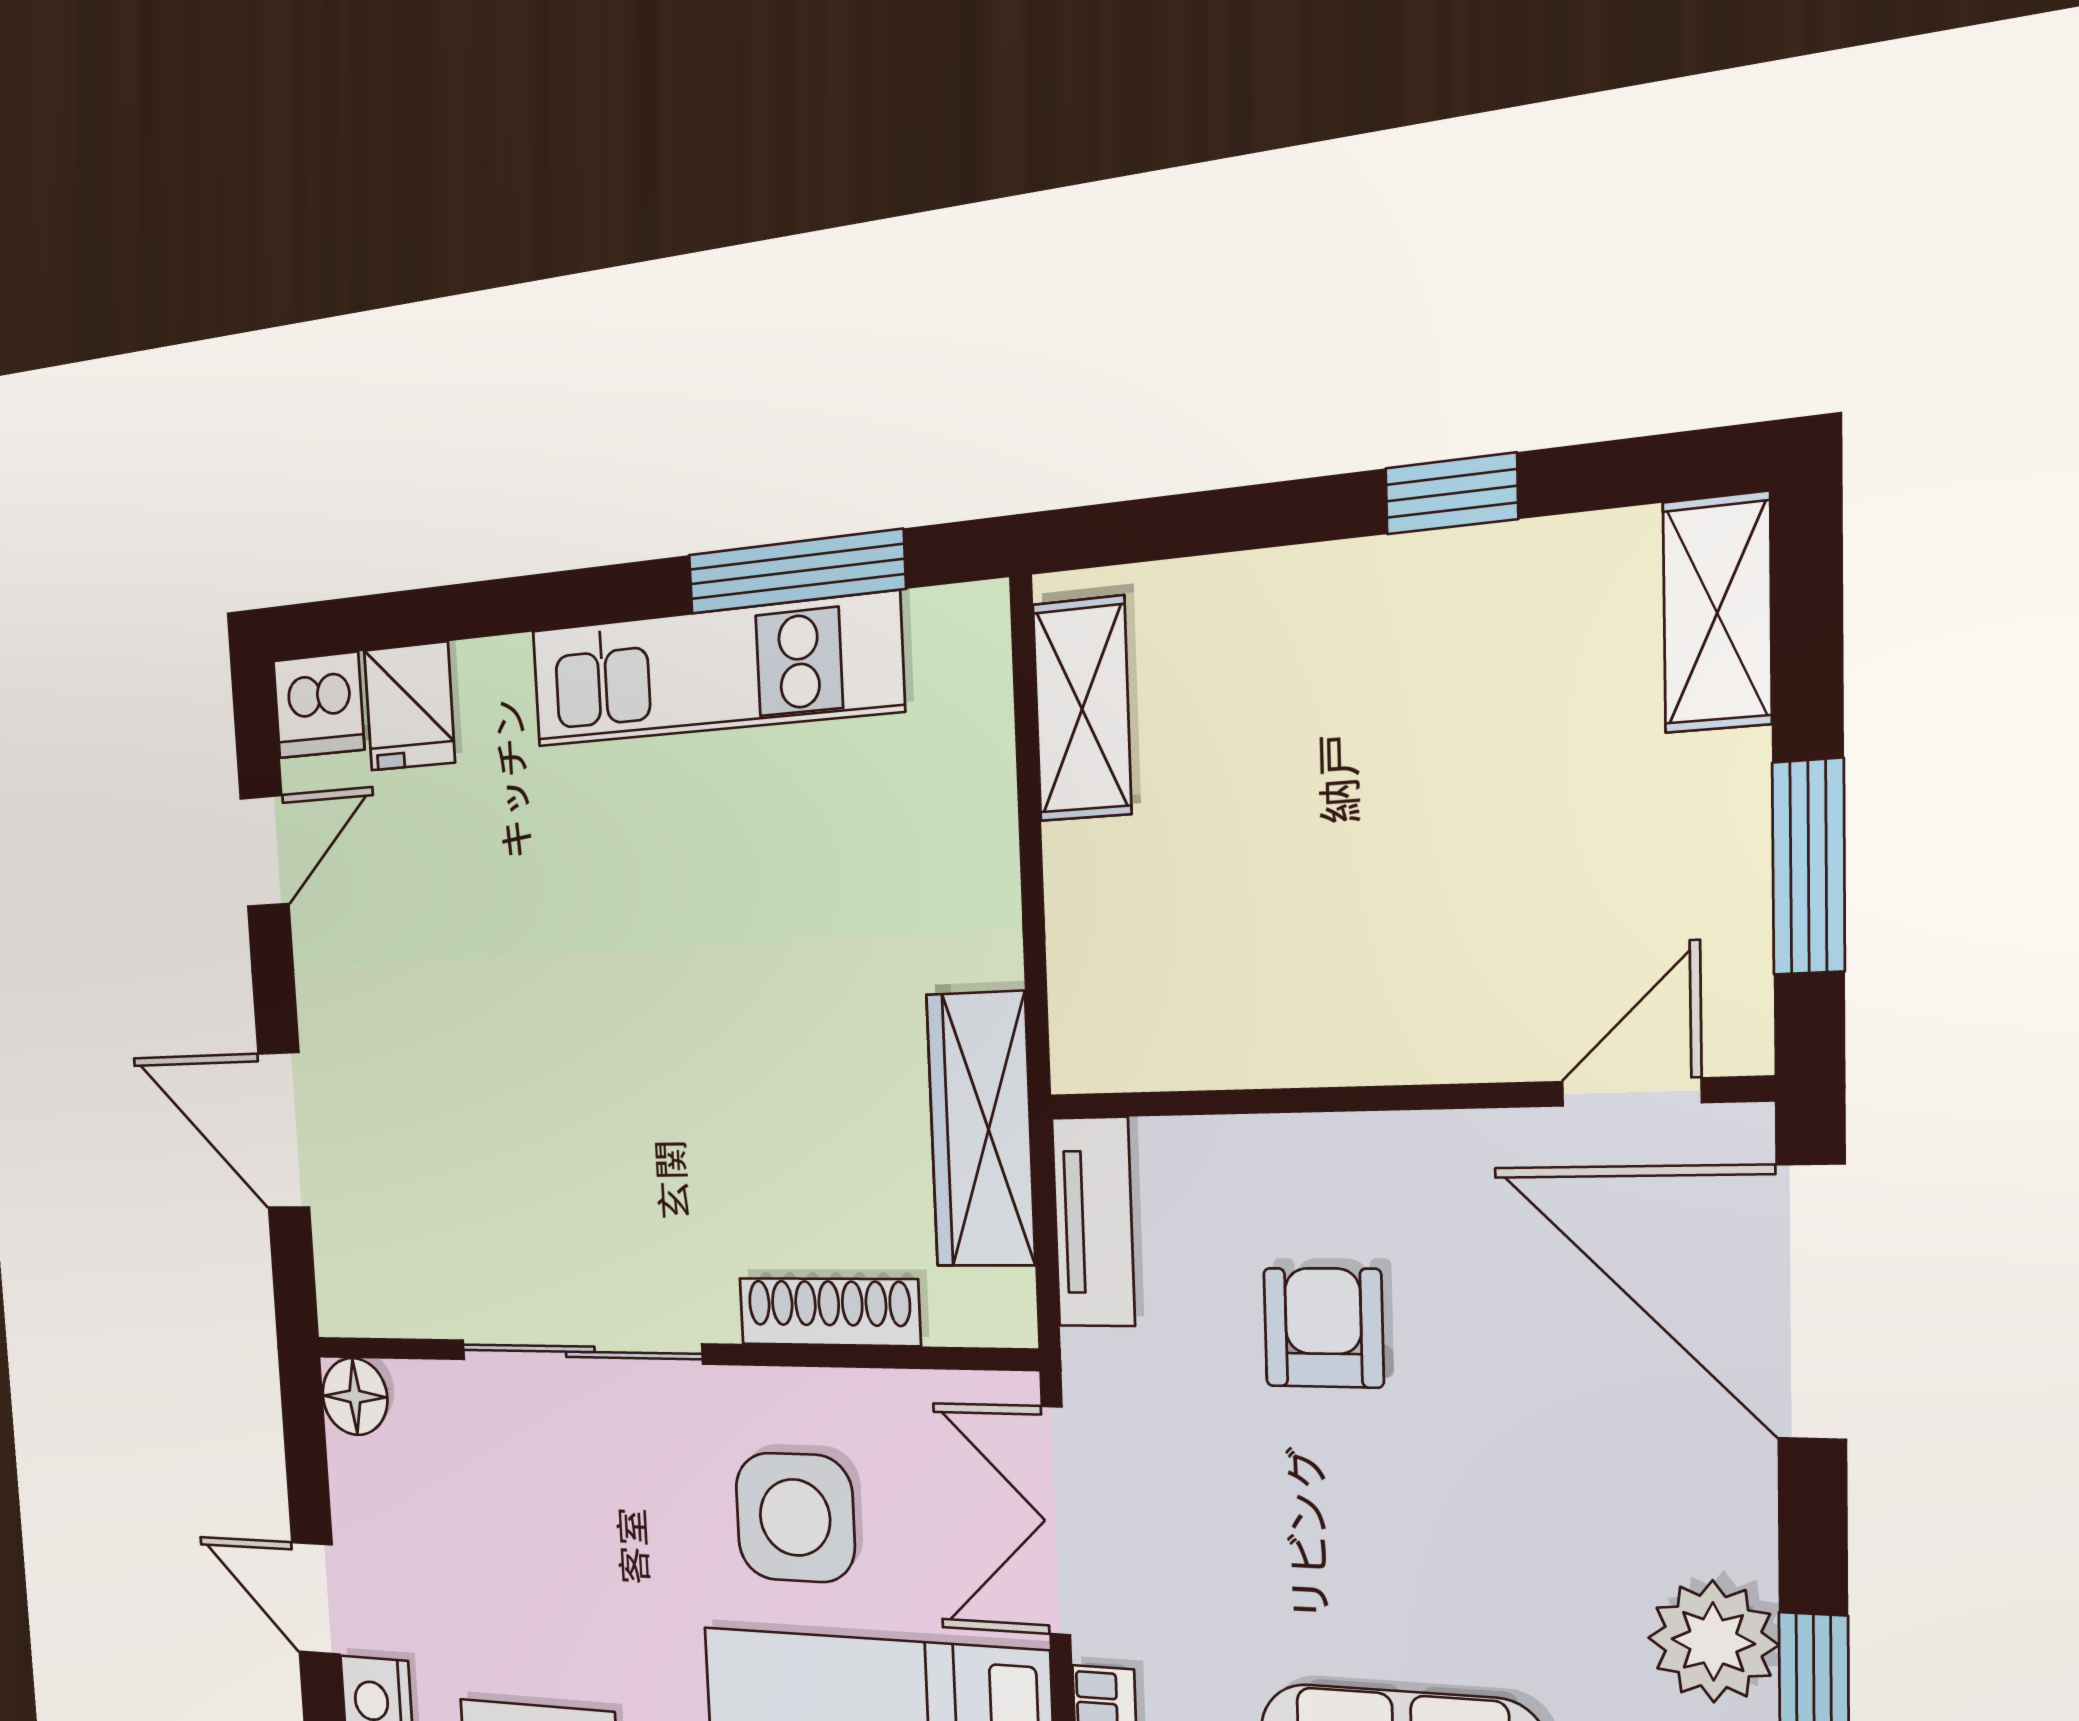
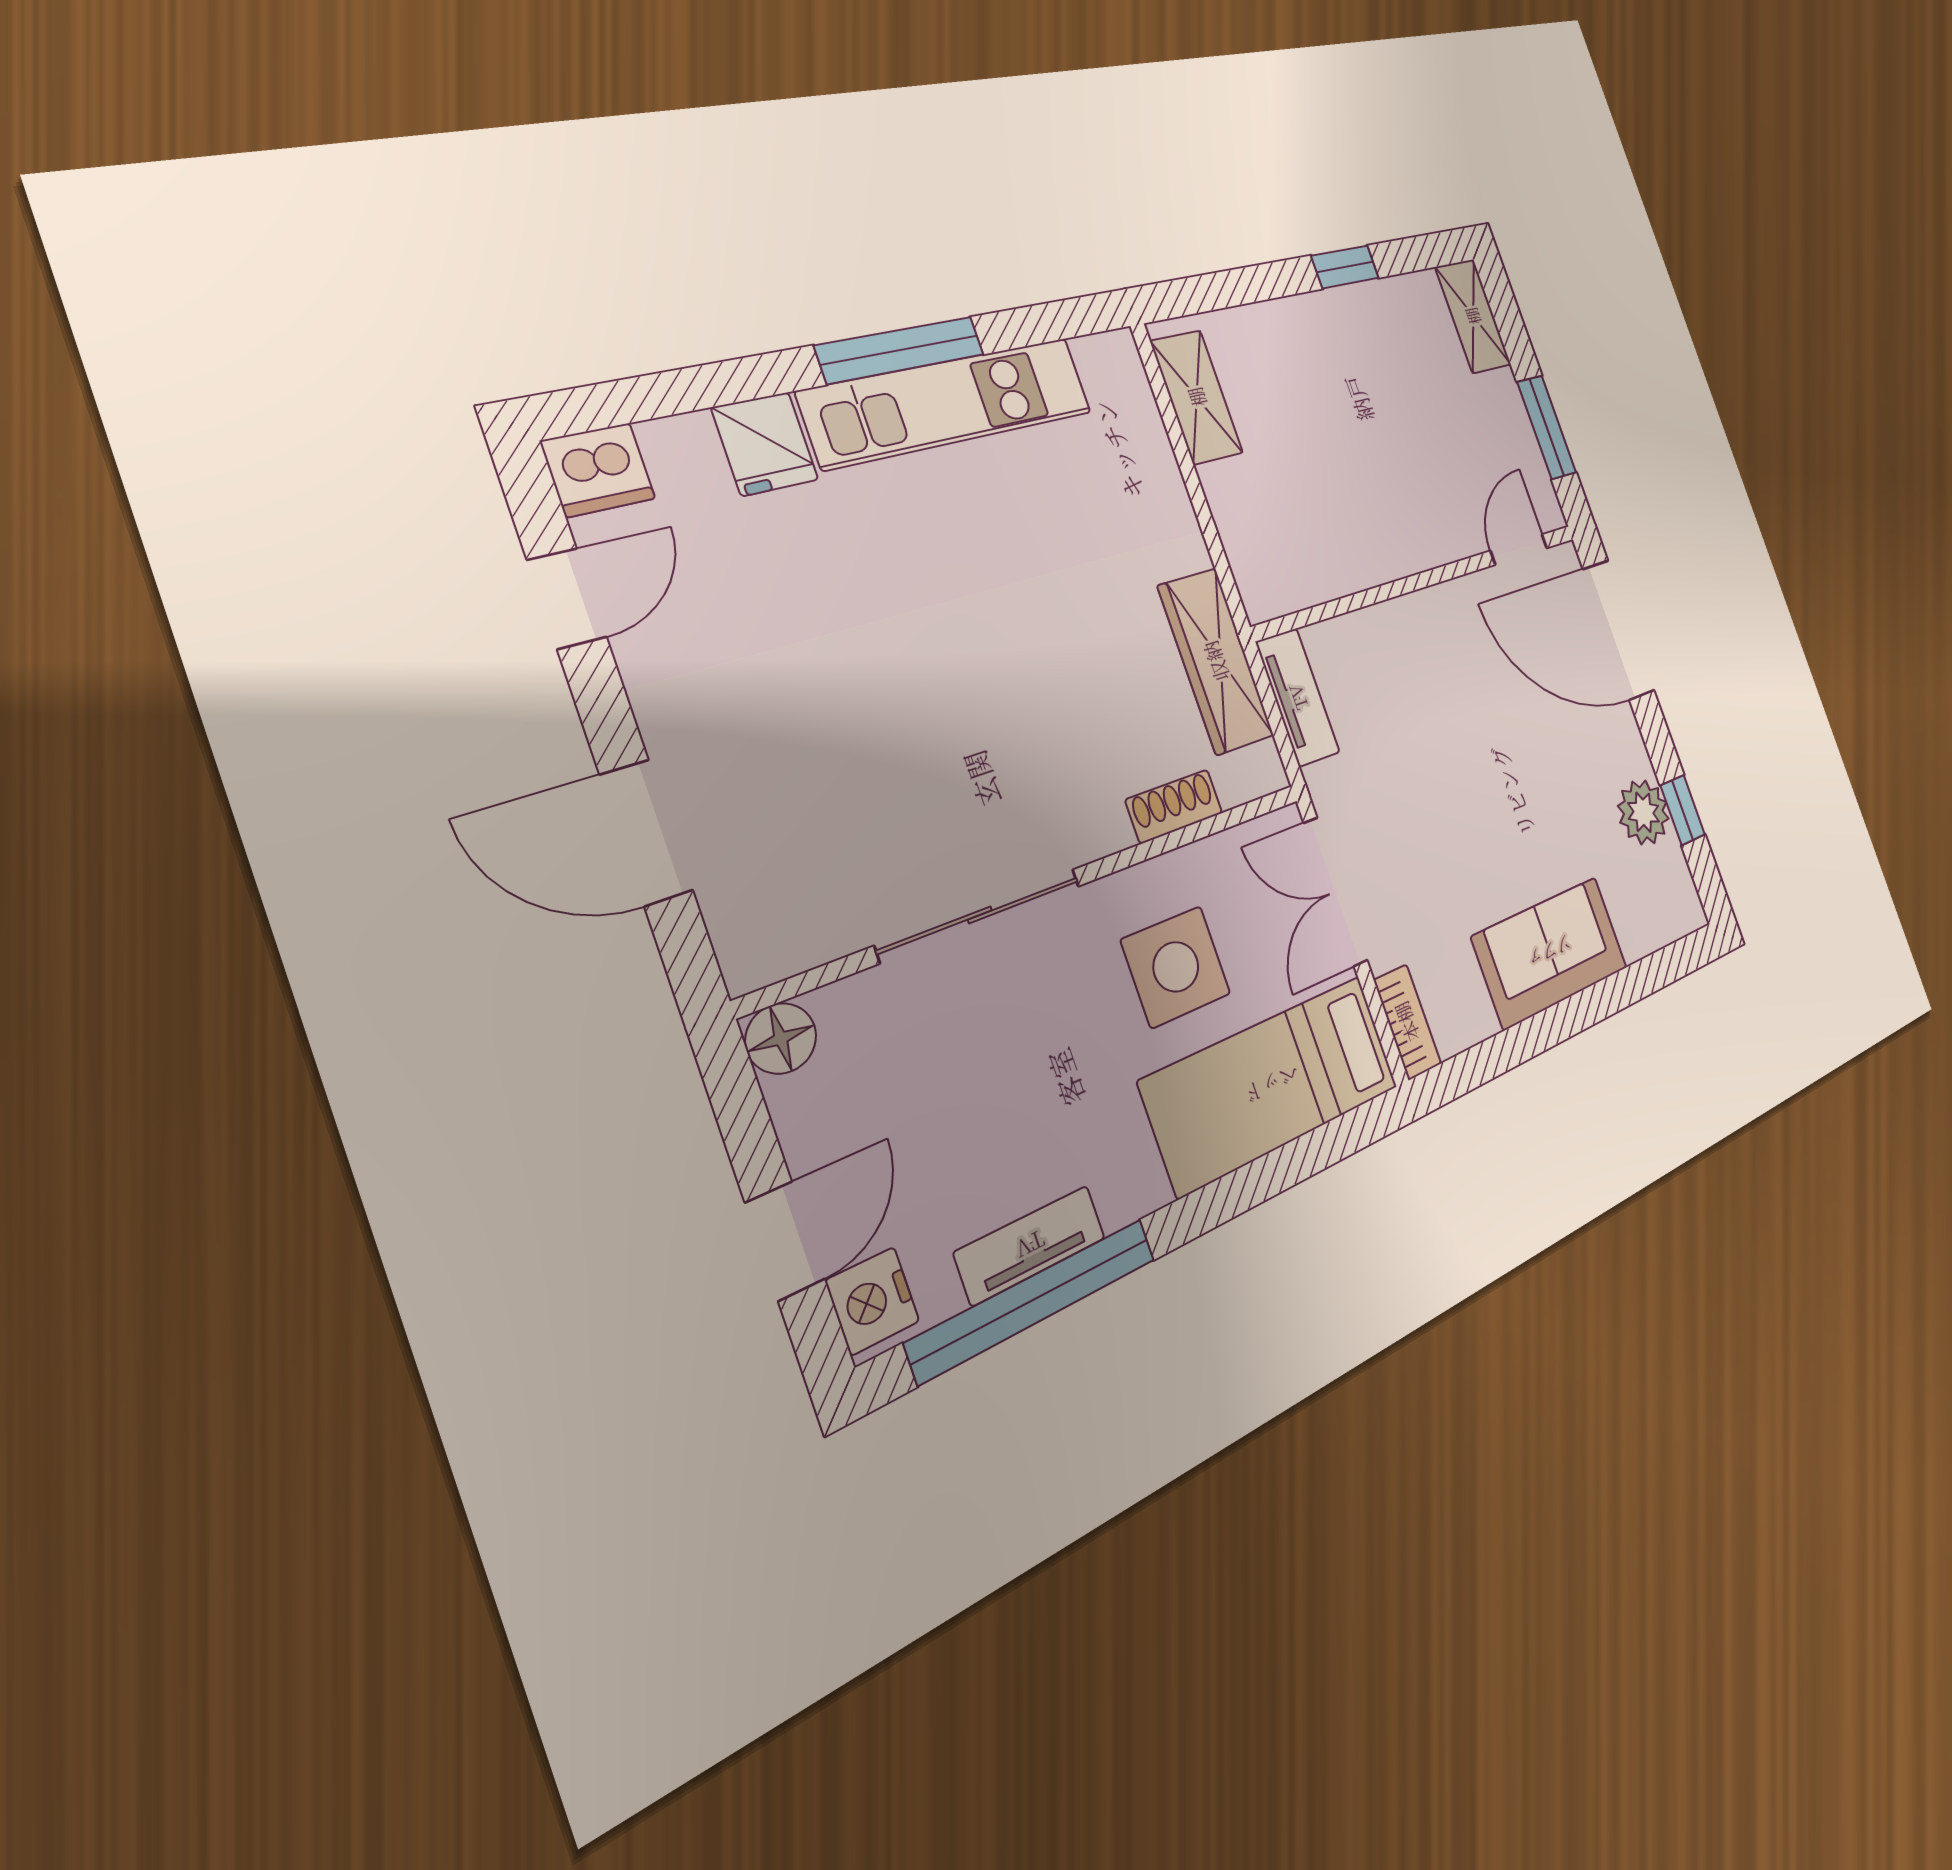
window: (796, 572) -> (900, 350), moved
fridge: (409, 706) -> (765, 444), moved
shoe rack: (829, 1312) -> (1174, 806), width x0.70
armchair: (1323, 1328) -> (1432, 717), removed
door: (316, 1598) -> (785, 1241), swing flipped

